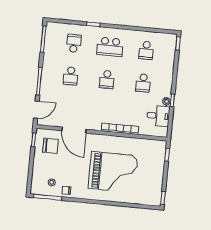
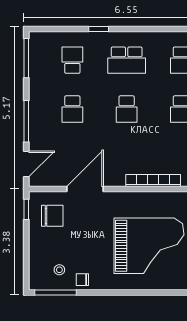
door: (74, 130) -> (85, 189), swing flipped

